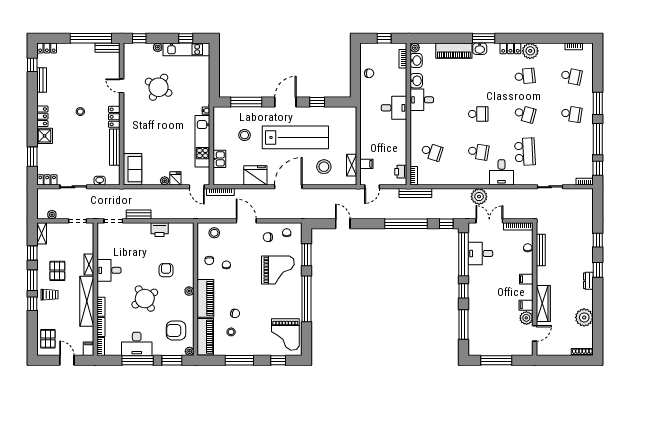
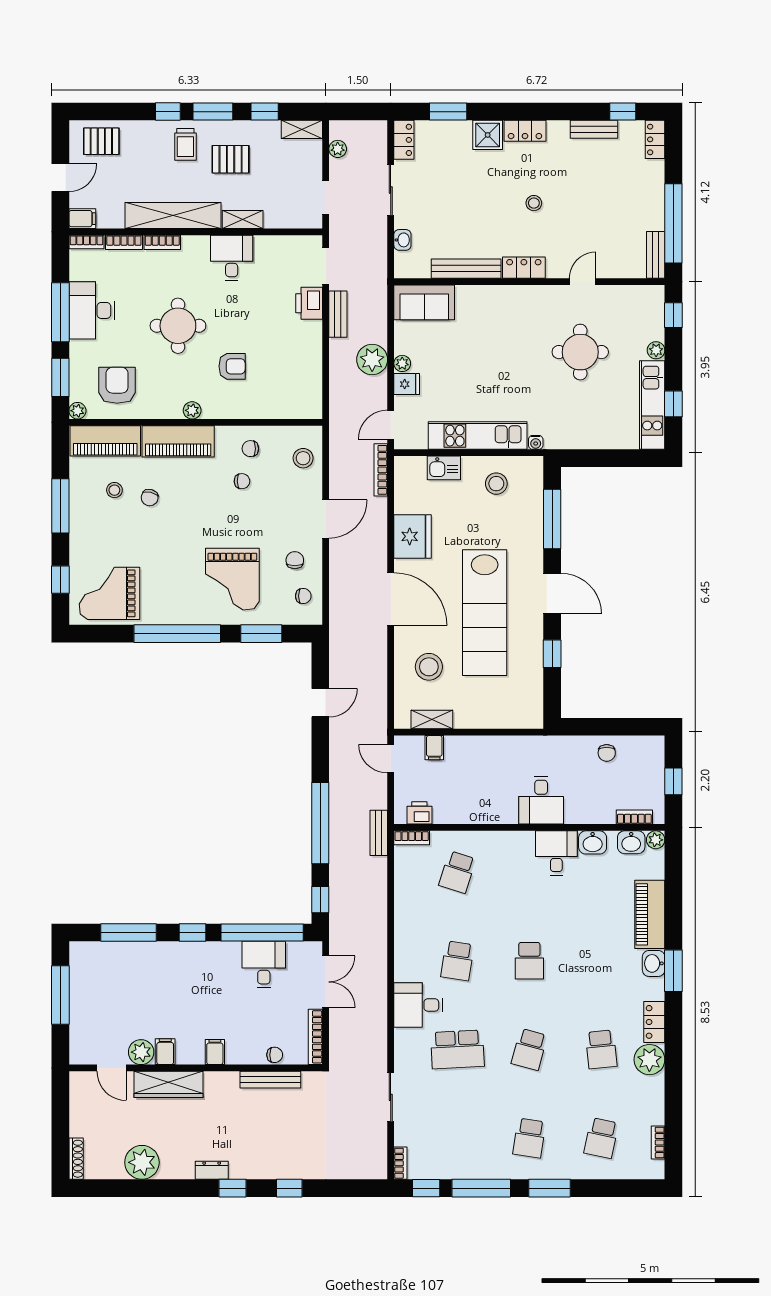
round table: (159, 87) -> (580, 352), turned -30
stool: (245, 135) -> (496, 484), moved
bench: (415, 193) -> (379, 833), width x0.73
plant: (479, 197) -> (372, 360), moved
printer: (160, 230) -> (309, 303), moved
round table: (145, 299) -> (178, 326), turned 33

